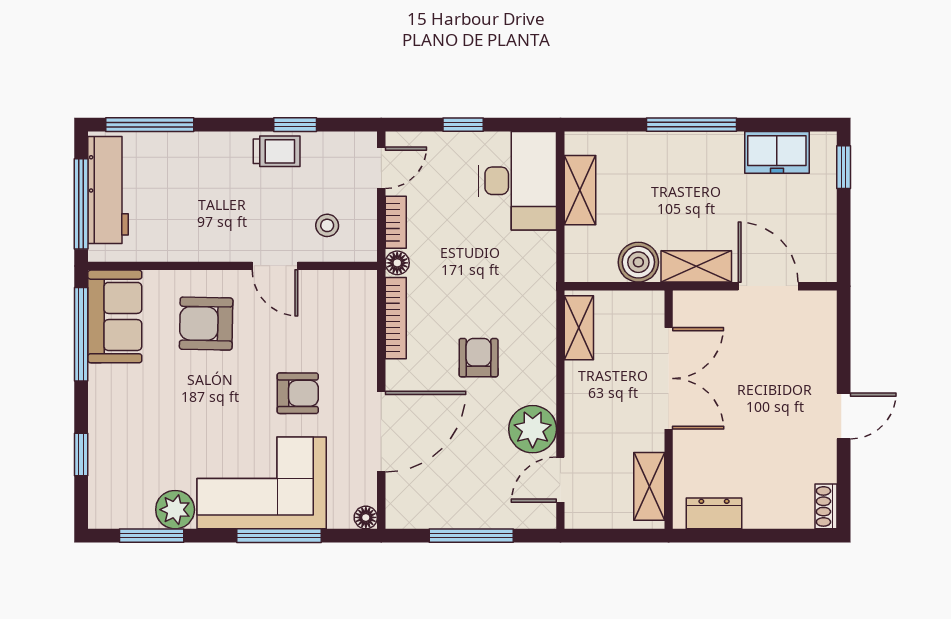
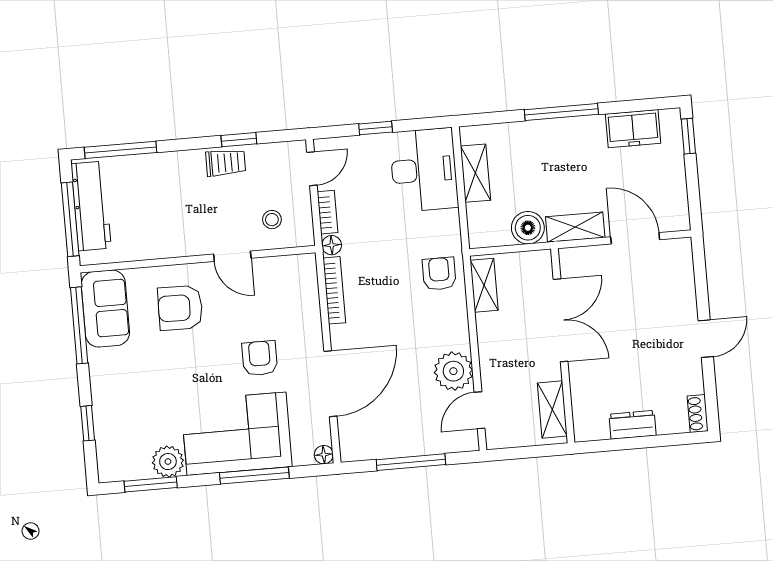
armchair: (479, 358) -> (439, 274), moved
armchair: (298, 393) -> (260, 358), turned -90
dresser: (714, 513) -> (633, 425), moved

